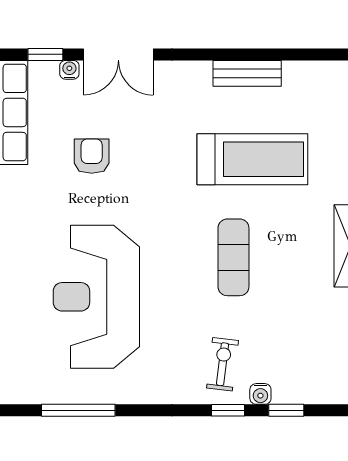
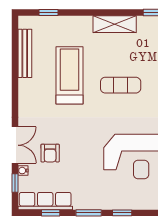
bench: (247, 73) -> (25, 53), moved, width x1.36
armchair: (92, 156) -> (50, 153), moved, turned -90

